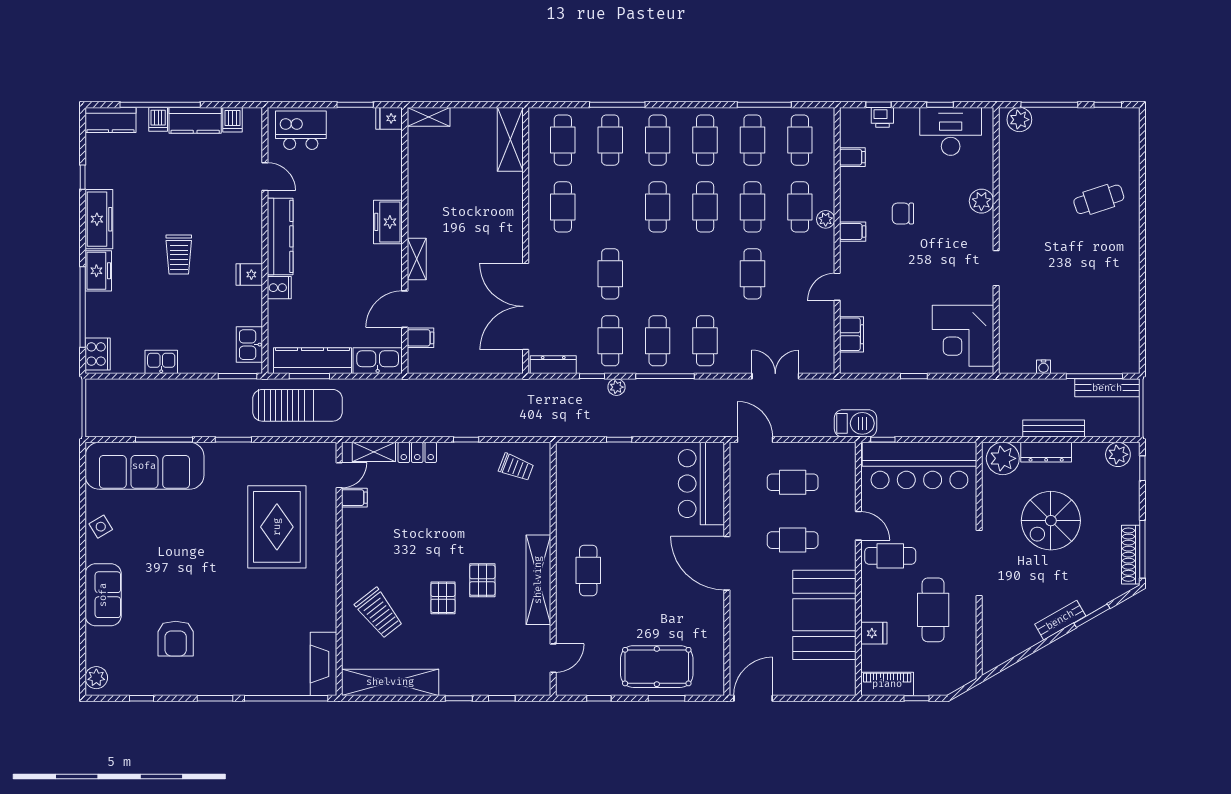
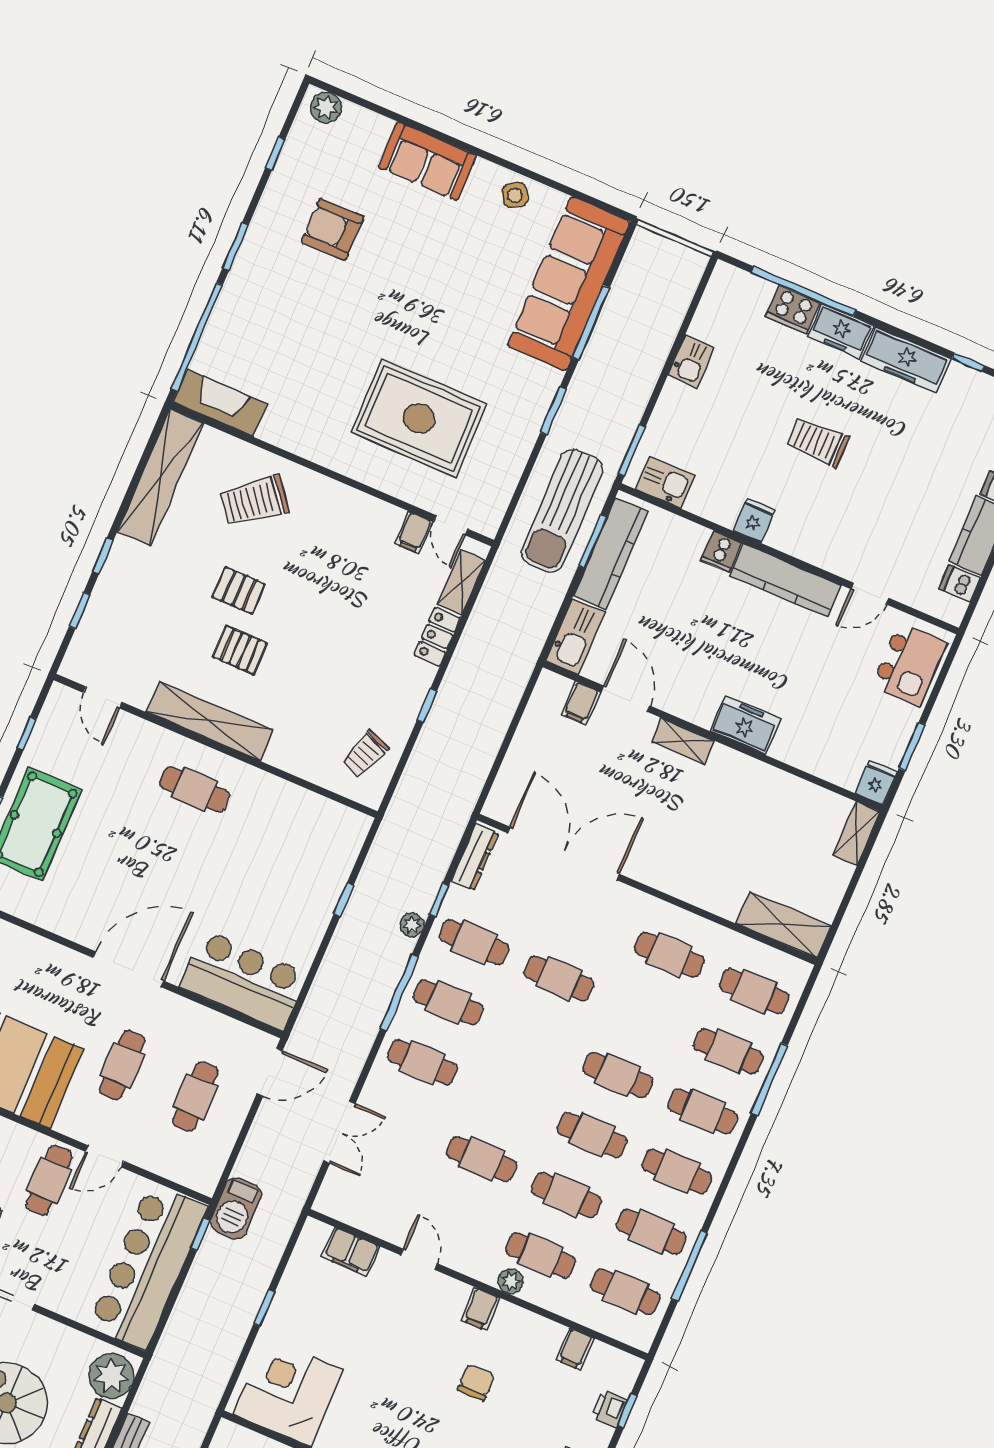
cooker: (98, 354) -> (793, 310), moved

